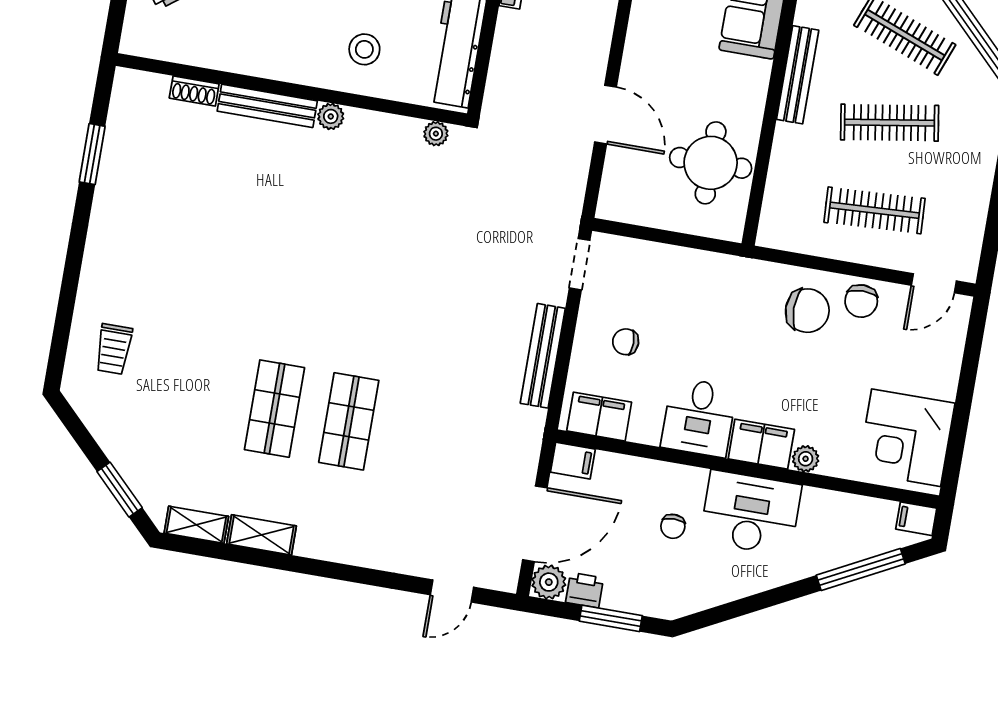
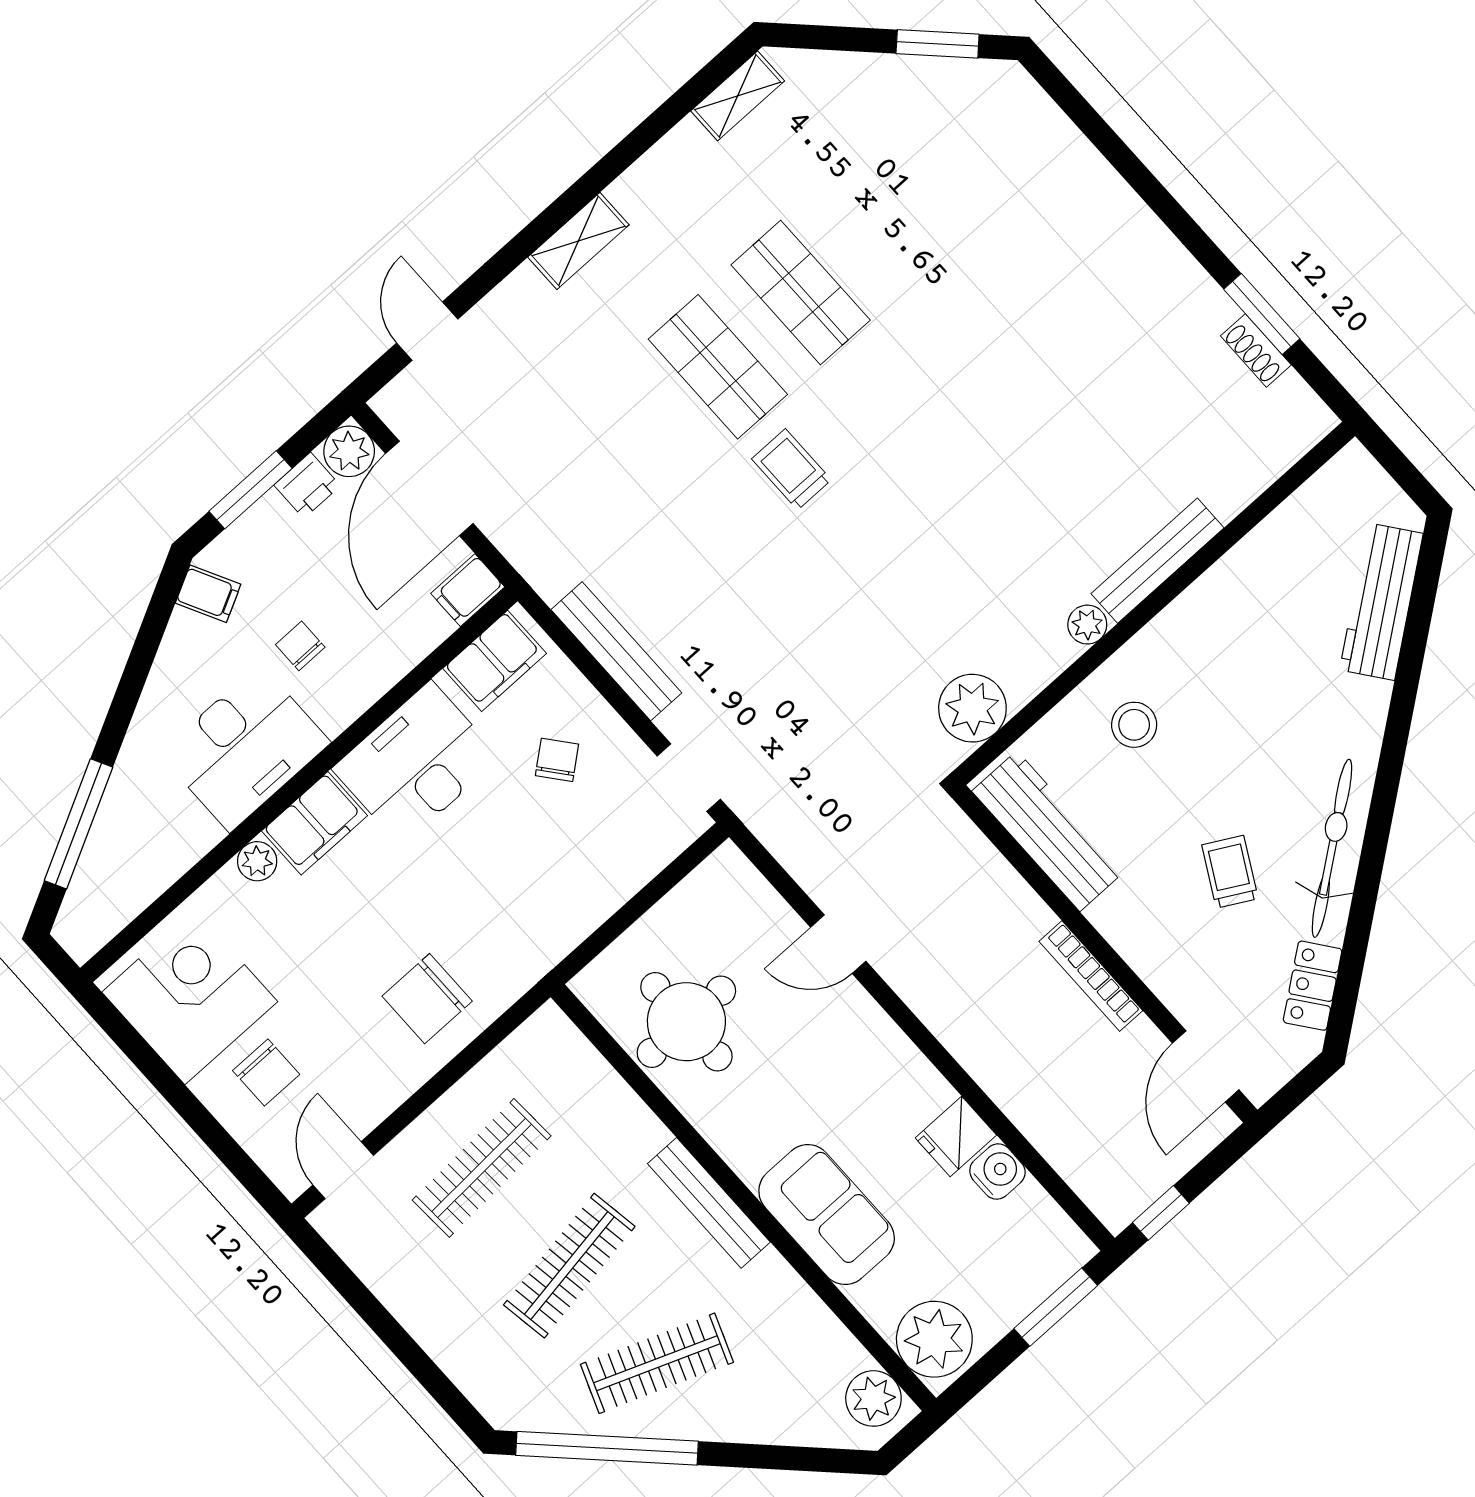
shoe rack: (194, 91) -> (1256, 350), moved, turned -90
door: (606, 115) -> (838, 944), width x0.73
plant: (436, 134) -> (972, 708), width x1.88, depth x1.88
chair: (861, 301) -> (266, 1072), moved, turned 180
chair: (626, 342) -> (557, 760), turned -39
trolley: (114, 349) -> (791, 469), moved
desk: (699, 417) -> (416, 763), width x1.37
window: (120, 490) -> (938, 44), moved
filing cabinet: (916, 519) -> (208, 594), moved, turned 63
shelving: (261, 535) -> (578, 241), moved

